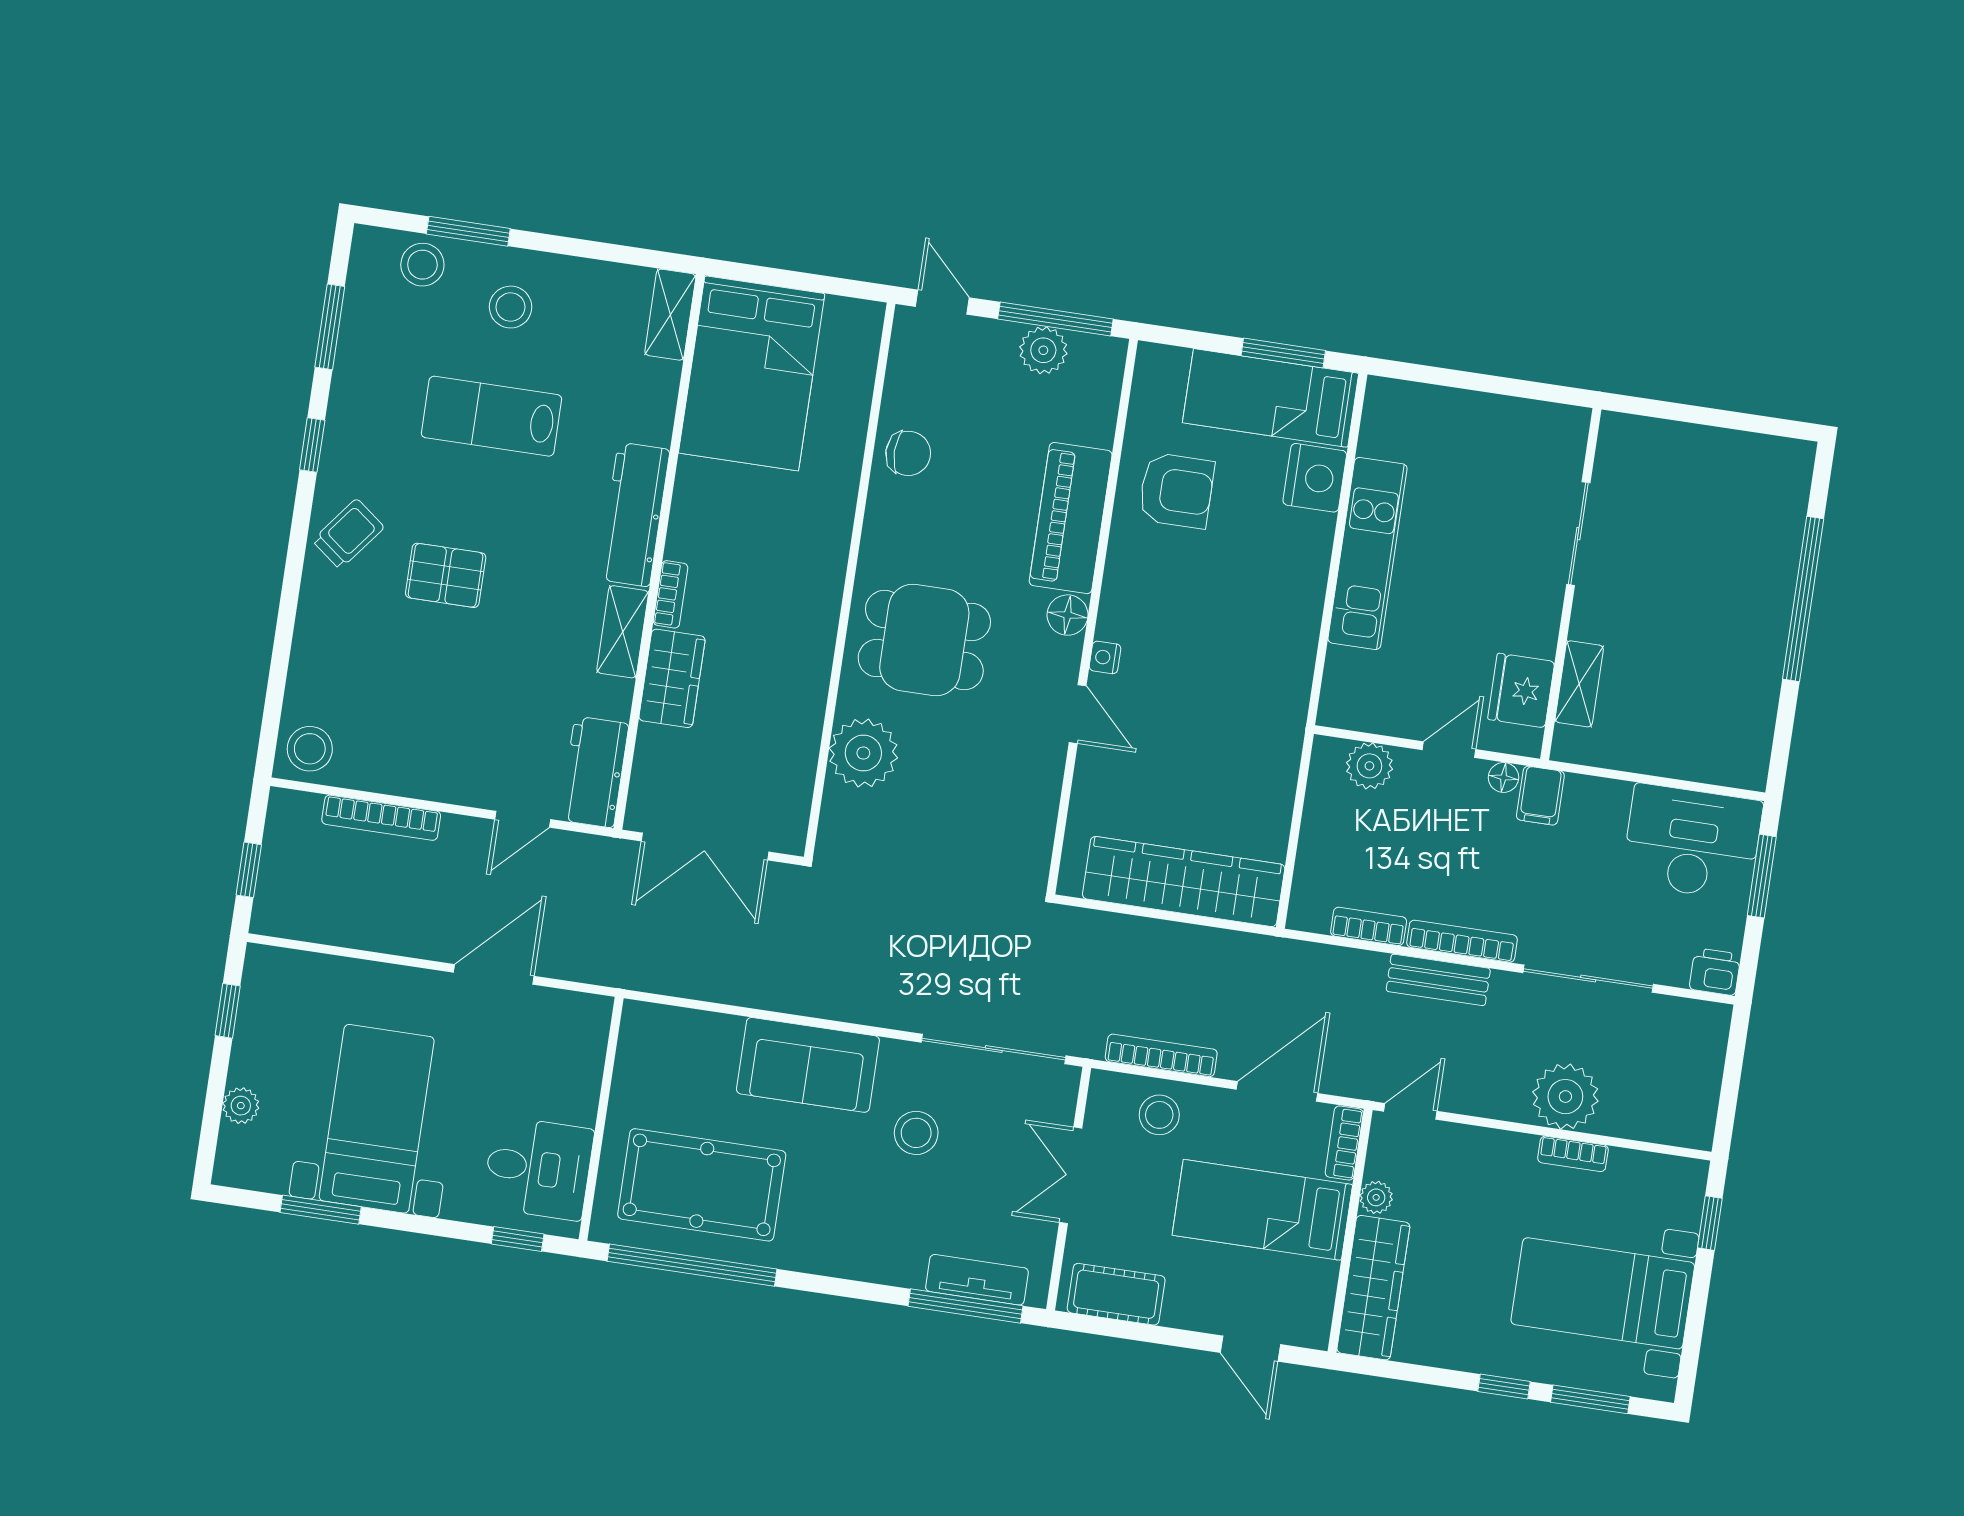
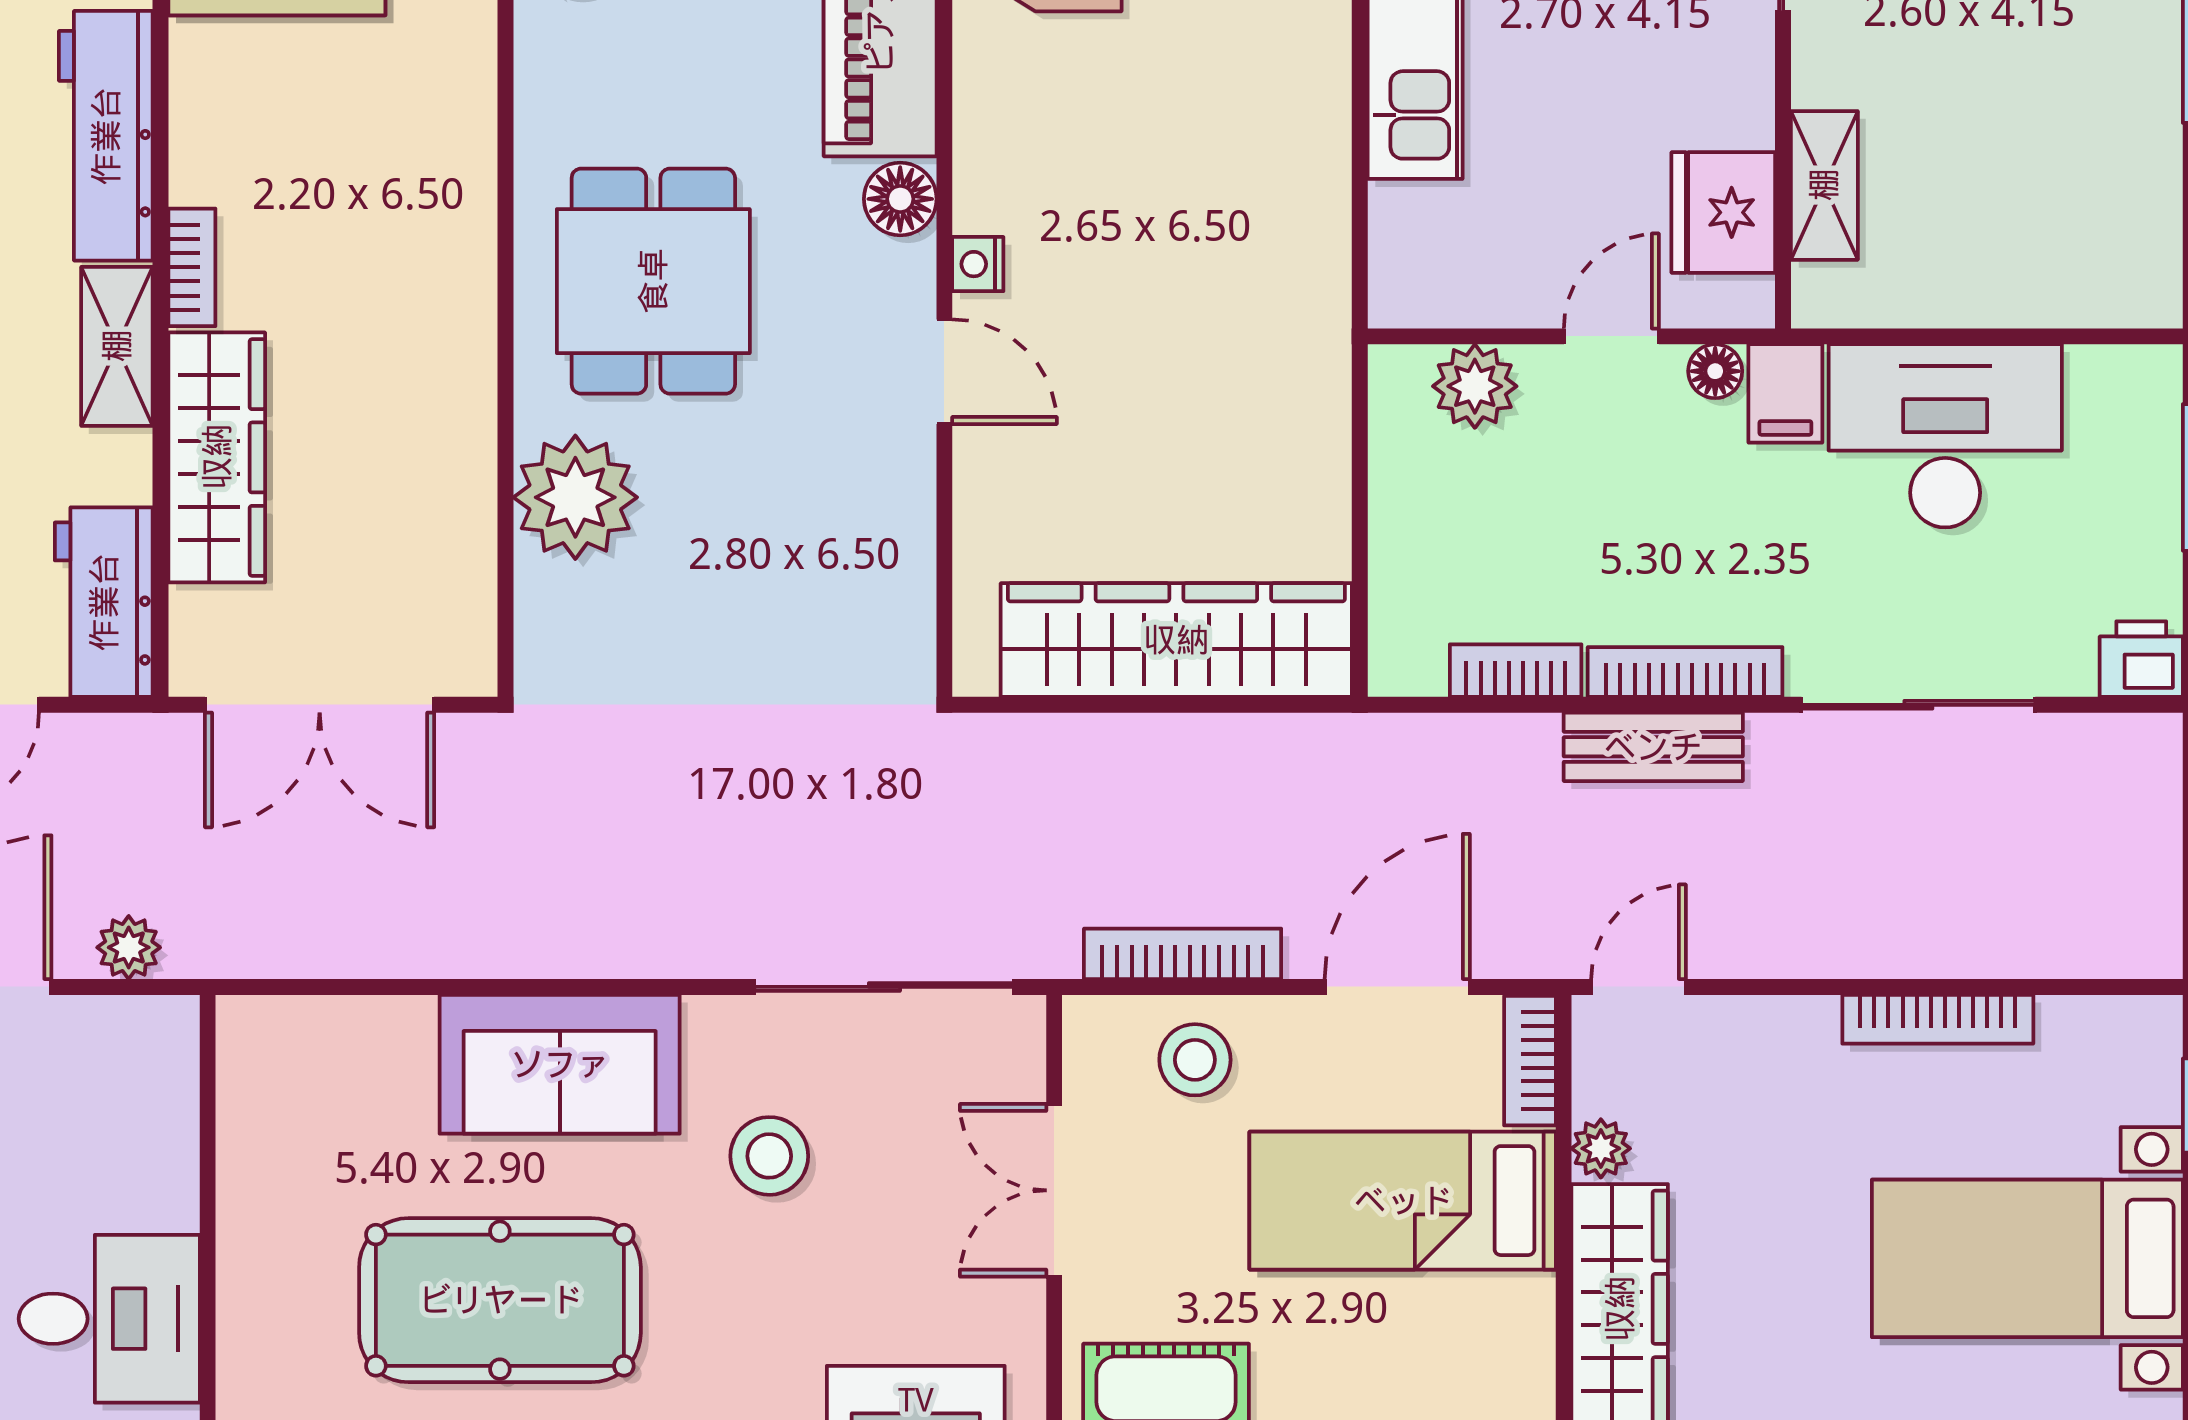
dining table: (924, 640) -> (653, 281), turned 90
wardrobe: (672, 678) -> (217, 457), width x1.50
desk: (1692, 842) -> (1945, 436), moved
plant: (1565, 1097) -> (129, 947), moved, width x0.53, depth x0.53
bookcase: (1573, 1154) -> (1938, 1019), width x1.56
pool table: (702, 1185) -> (500, 1300), moved

